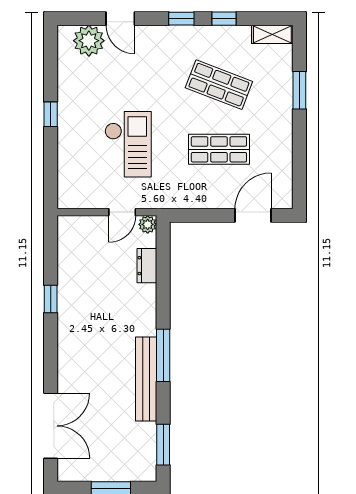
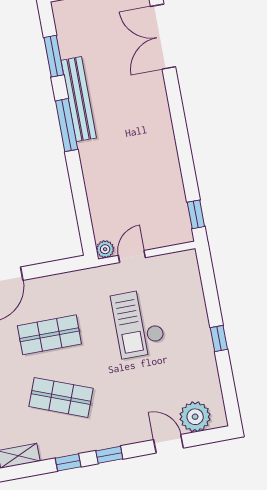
dresser: (147, 266) -> (98, 209), removed
window: (51, 299) -> (196, 214), moved
window: (163, 445) -> (54, 56), moved

